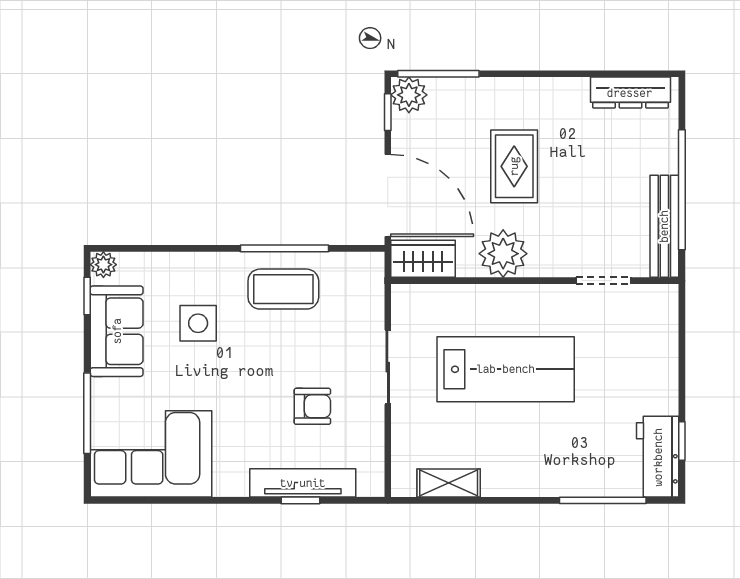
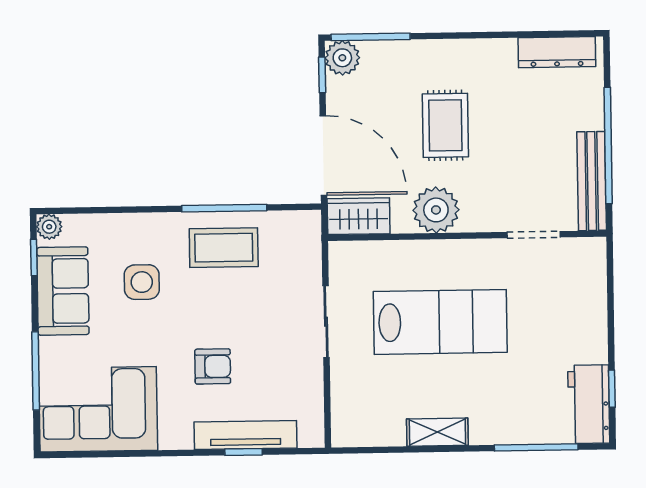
armchair: (312, 406) -> (213, 366), moved
shelving: (449, 483) -> (437, 432), moved

